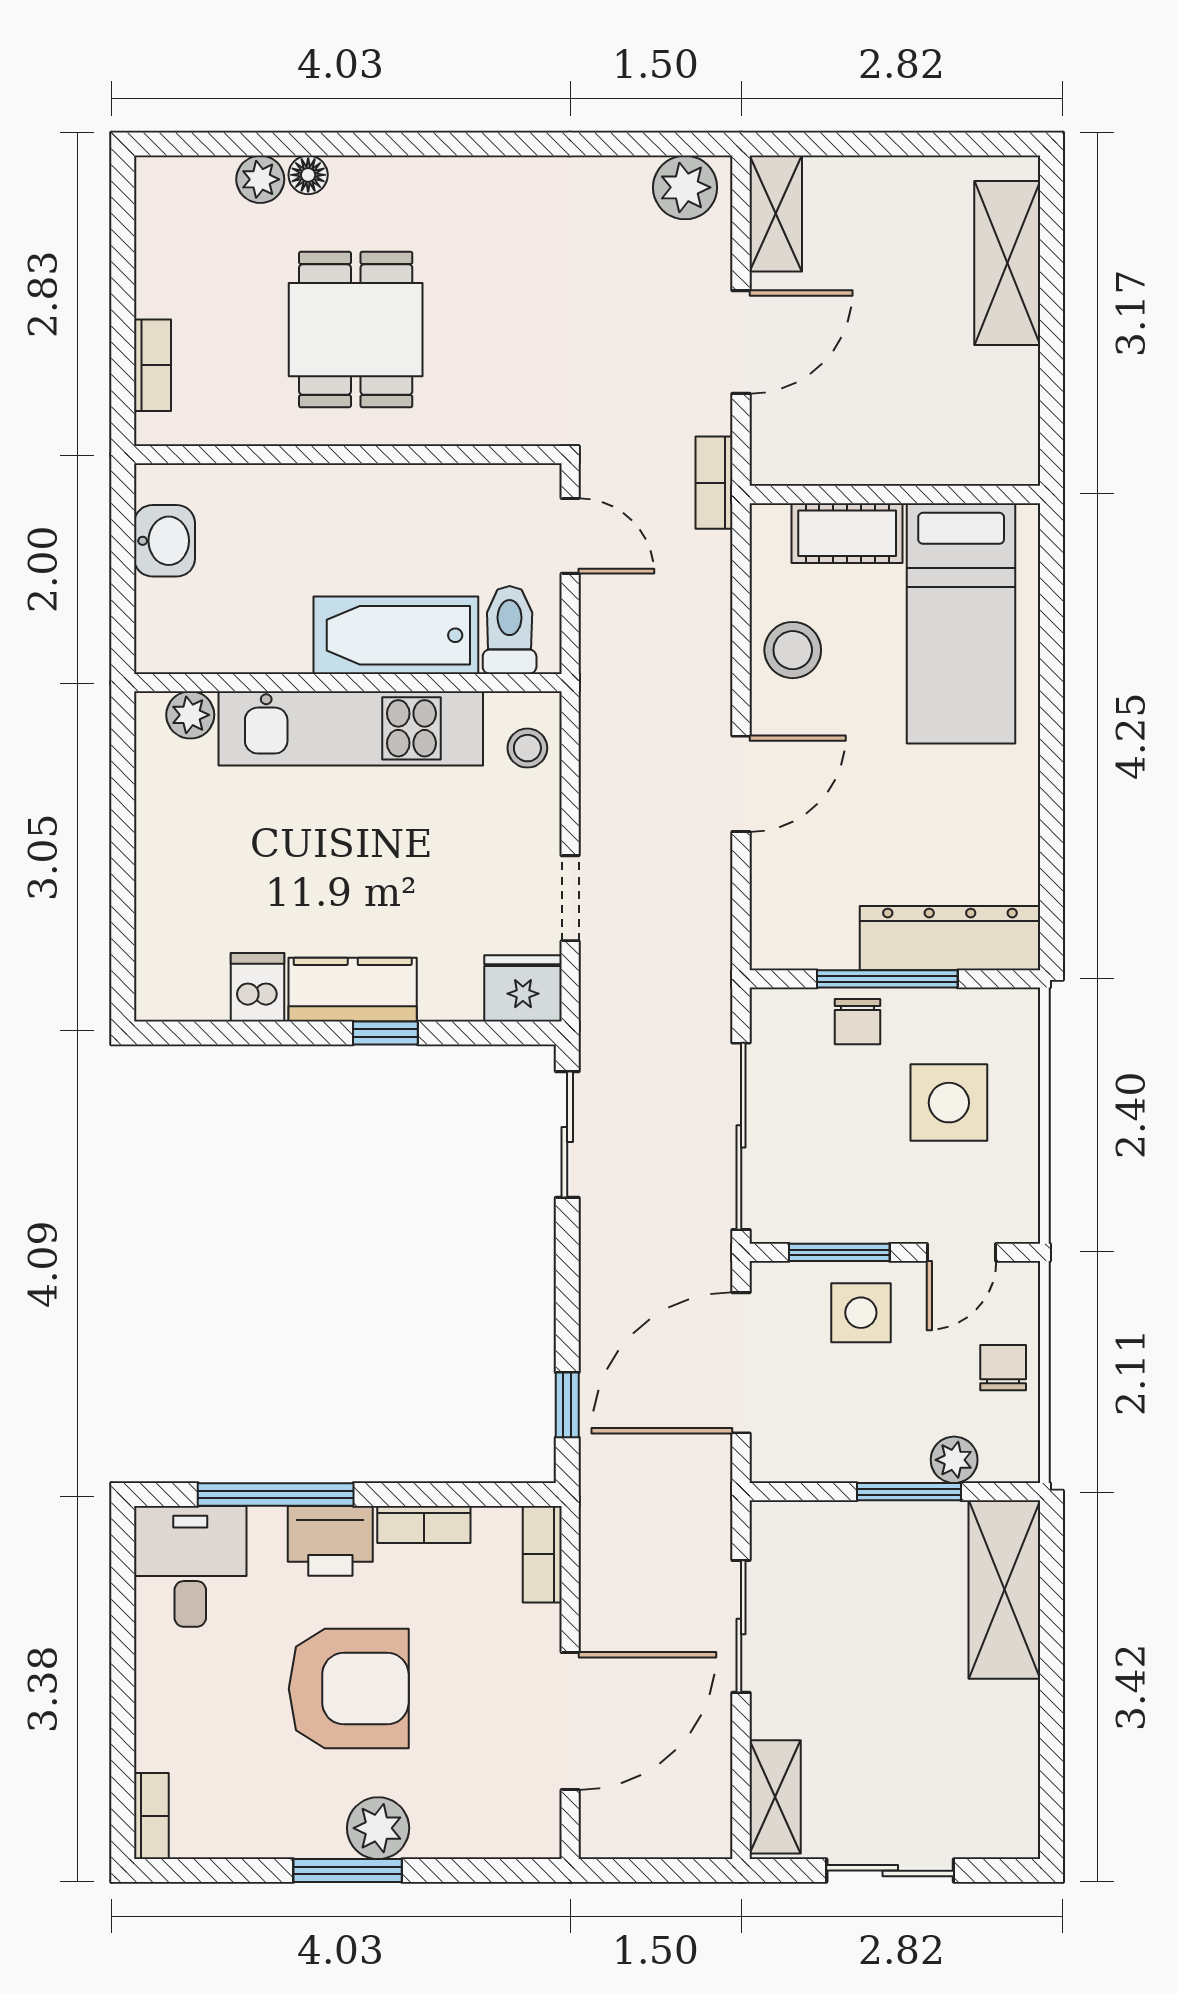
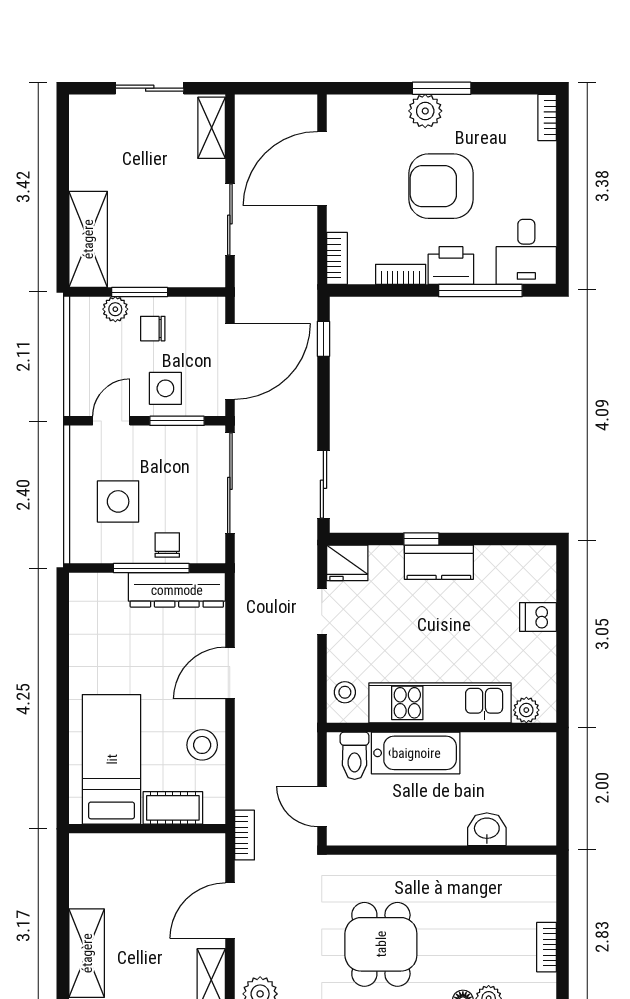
dining table: (356, 330) -> (381, 944), moved
bookcase: (153, 365) -> (547, 947), moved
washbasin: (165, 541) -> (487, 829), moved, turned 90
dresser: (950, 938) -> (177, 590), moved
dishwasher: (257, 987) -> (538, 617), moved, turned 90
chair: (1003, 1368) -> (153, 329), moved, turned 90

